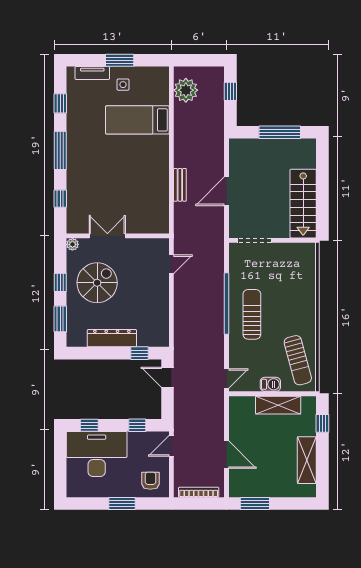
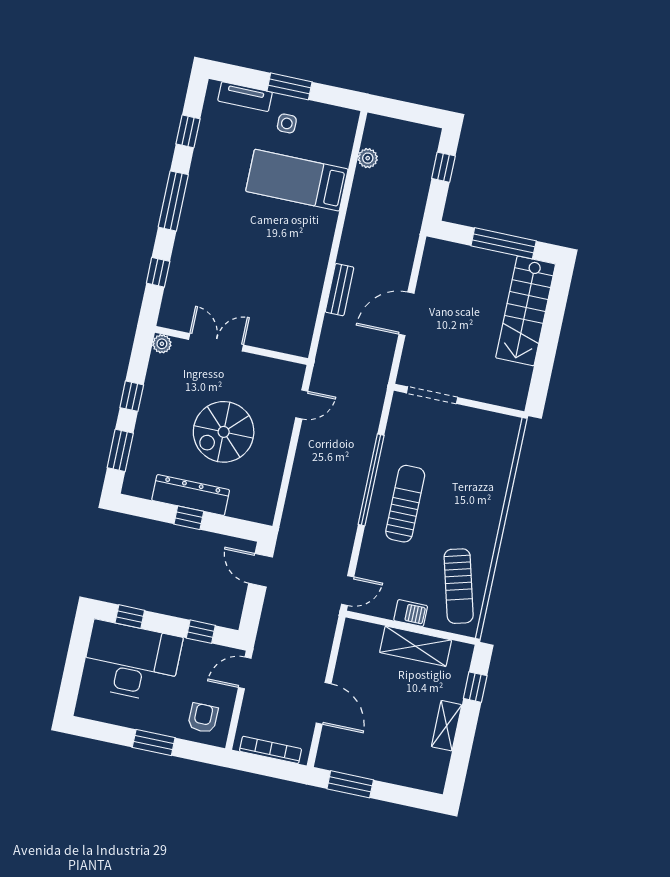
plant: (186, 90) -> (368, 158), width x0.53, depth x0.53
stairs: (303, 204) -> (526, 311), moved
spiral stairs: (97, 283) -> (224, 432), moved, turned 180
window: (139, 353) -> (189, 518), moved
shelving: (307, 460) -> (447, 726), width x0.67, depth x0.75

